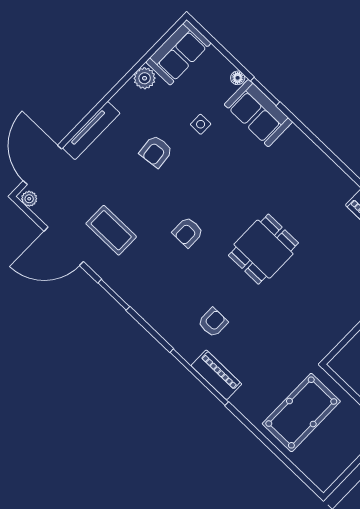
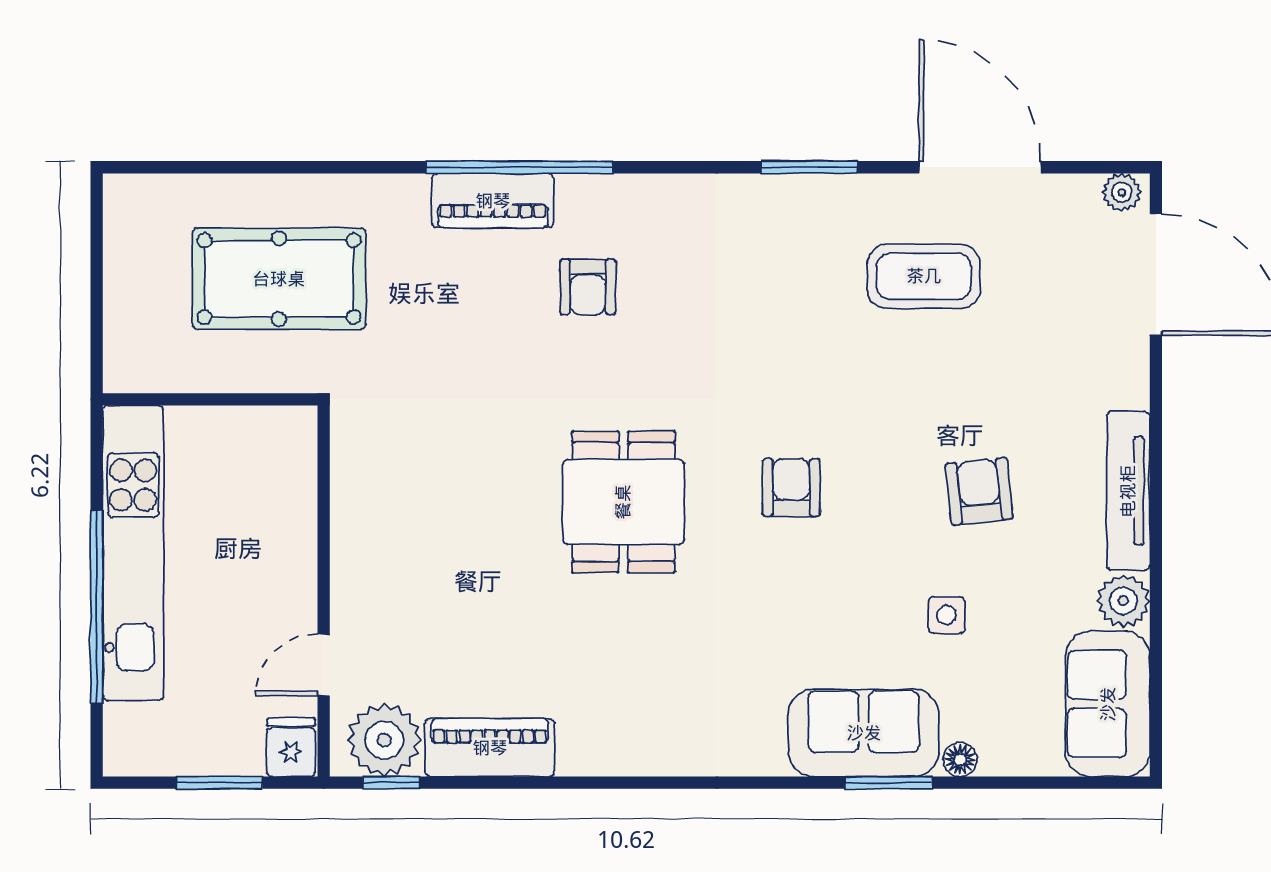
tv unit: (91, 131) -> (1128, 491), moved
armchair: (188, 232) -> (791, 488), moved
door: (64, 246) -> (980, 167), hinge flipped
pool table: (301, 413) -> (279, 279), turned 90

